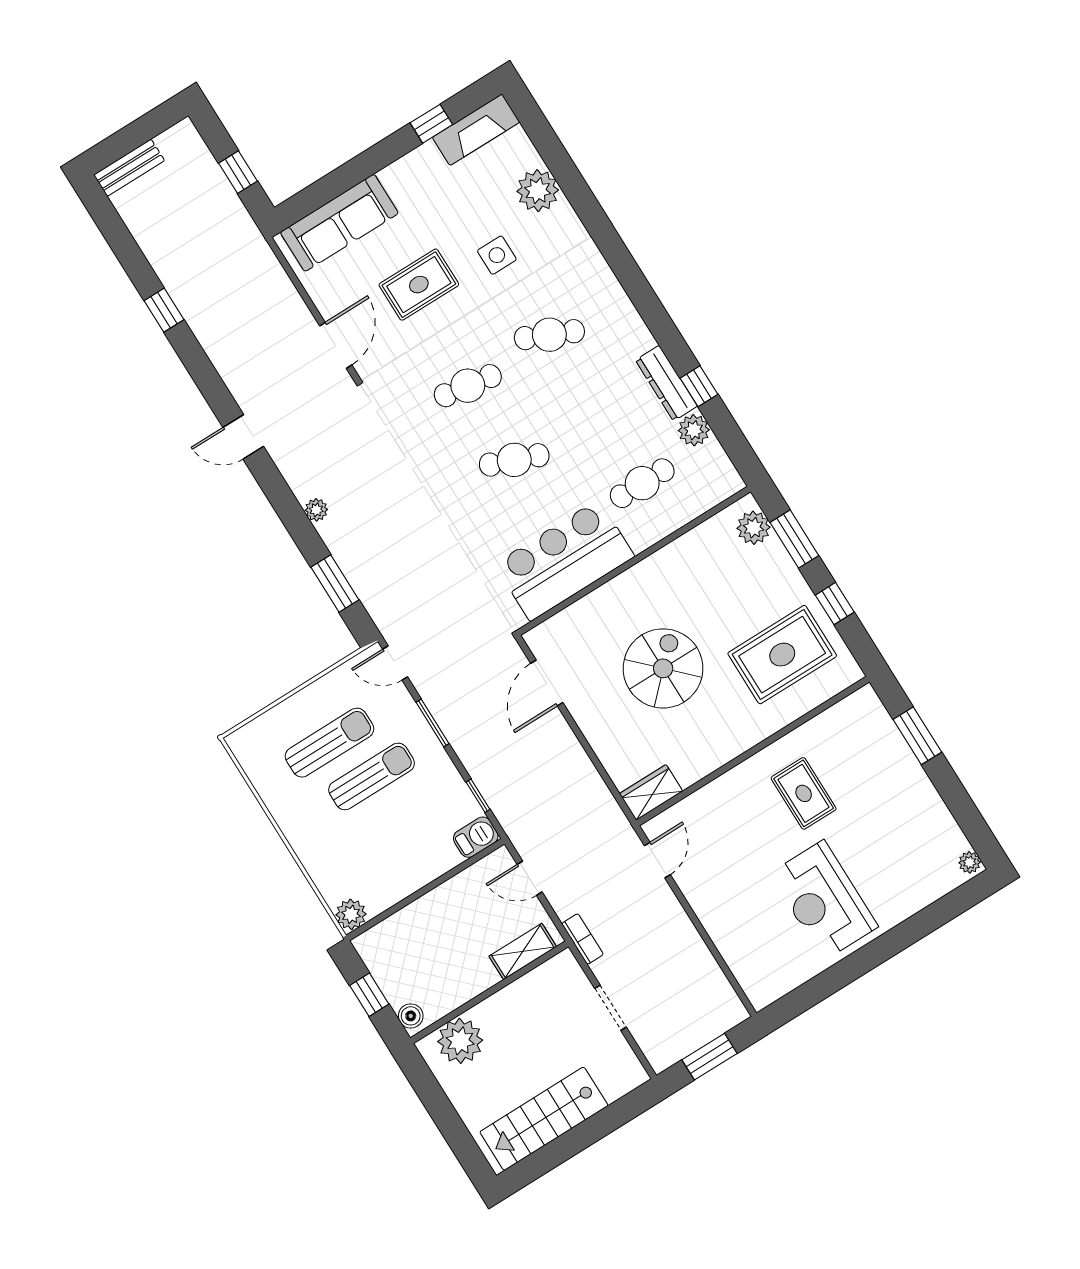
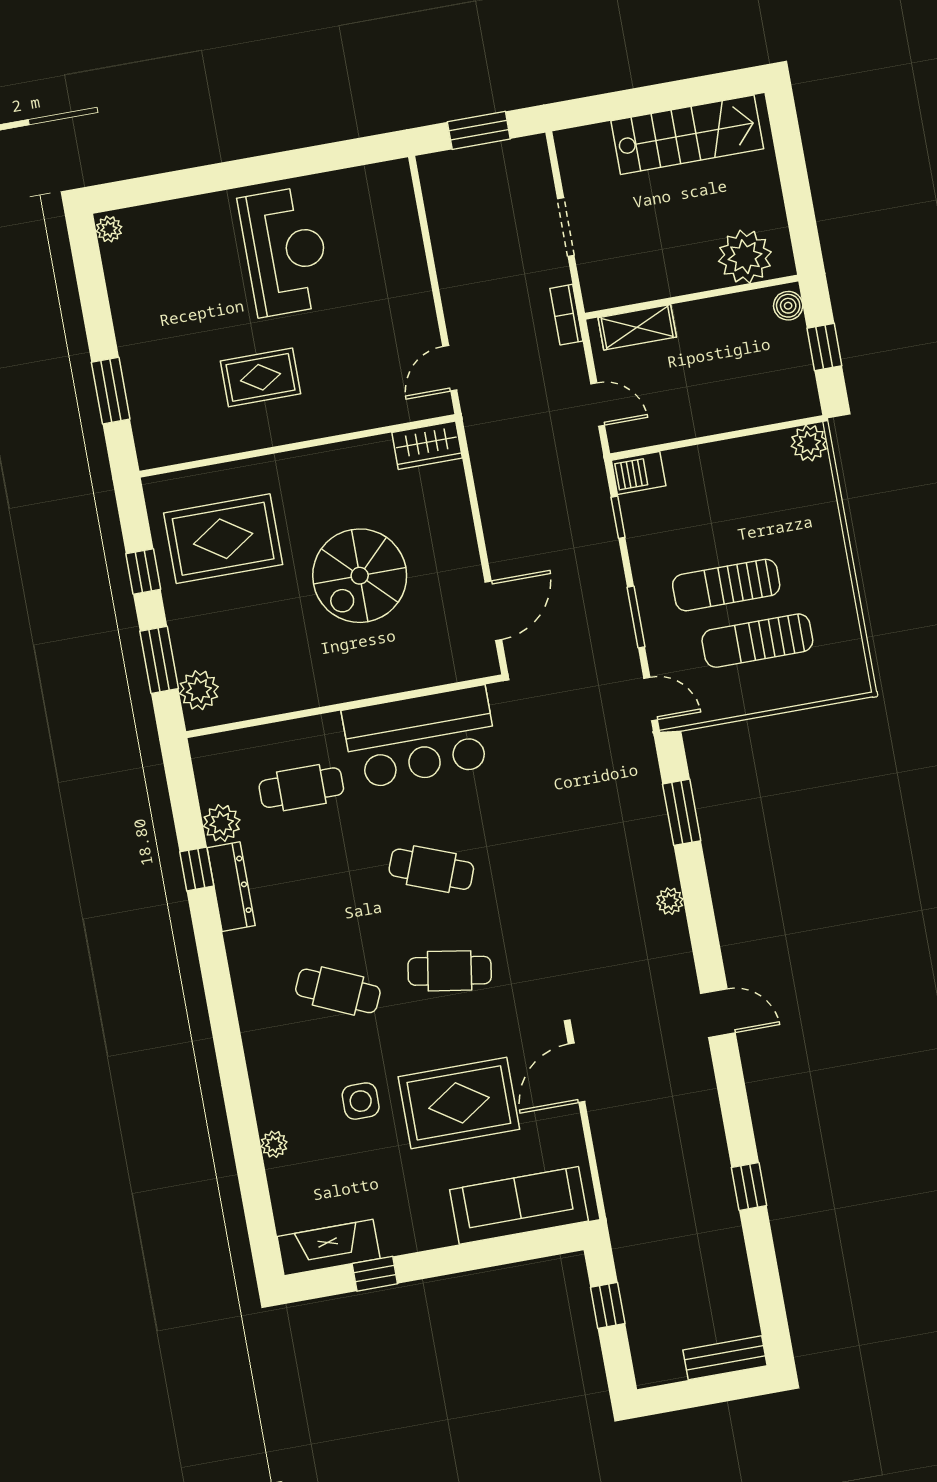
plant: (538, 191) -> (274, 1144), width x0.53, depth x0.53
rug: (419, 285) -> (459, 1103), width x1.36, depth x1.43
rug: (804, 793) -> (260, 377), turned 90

